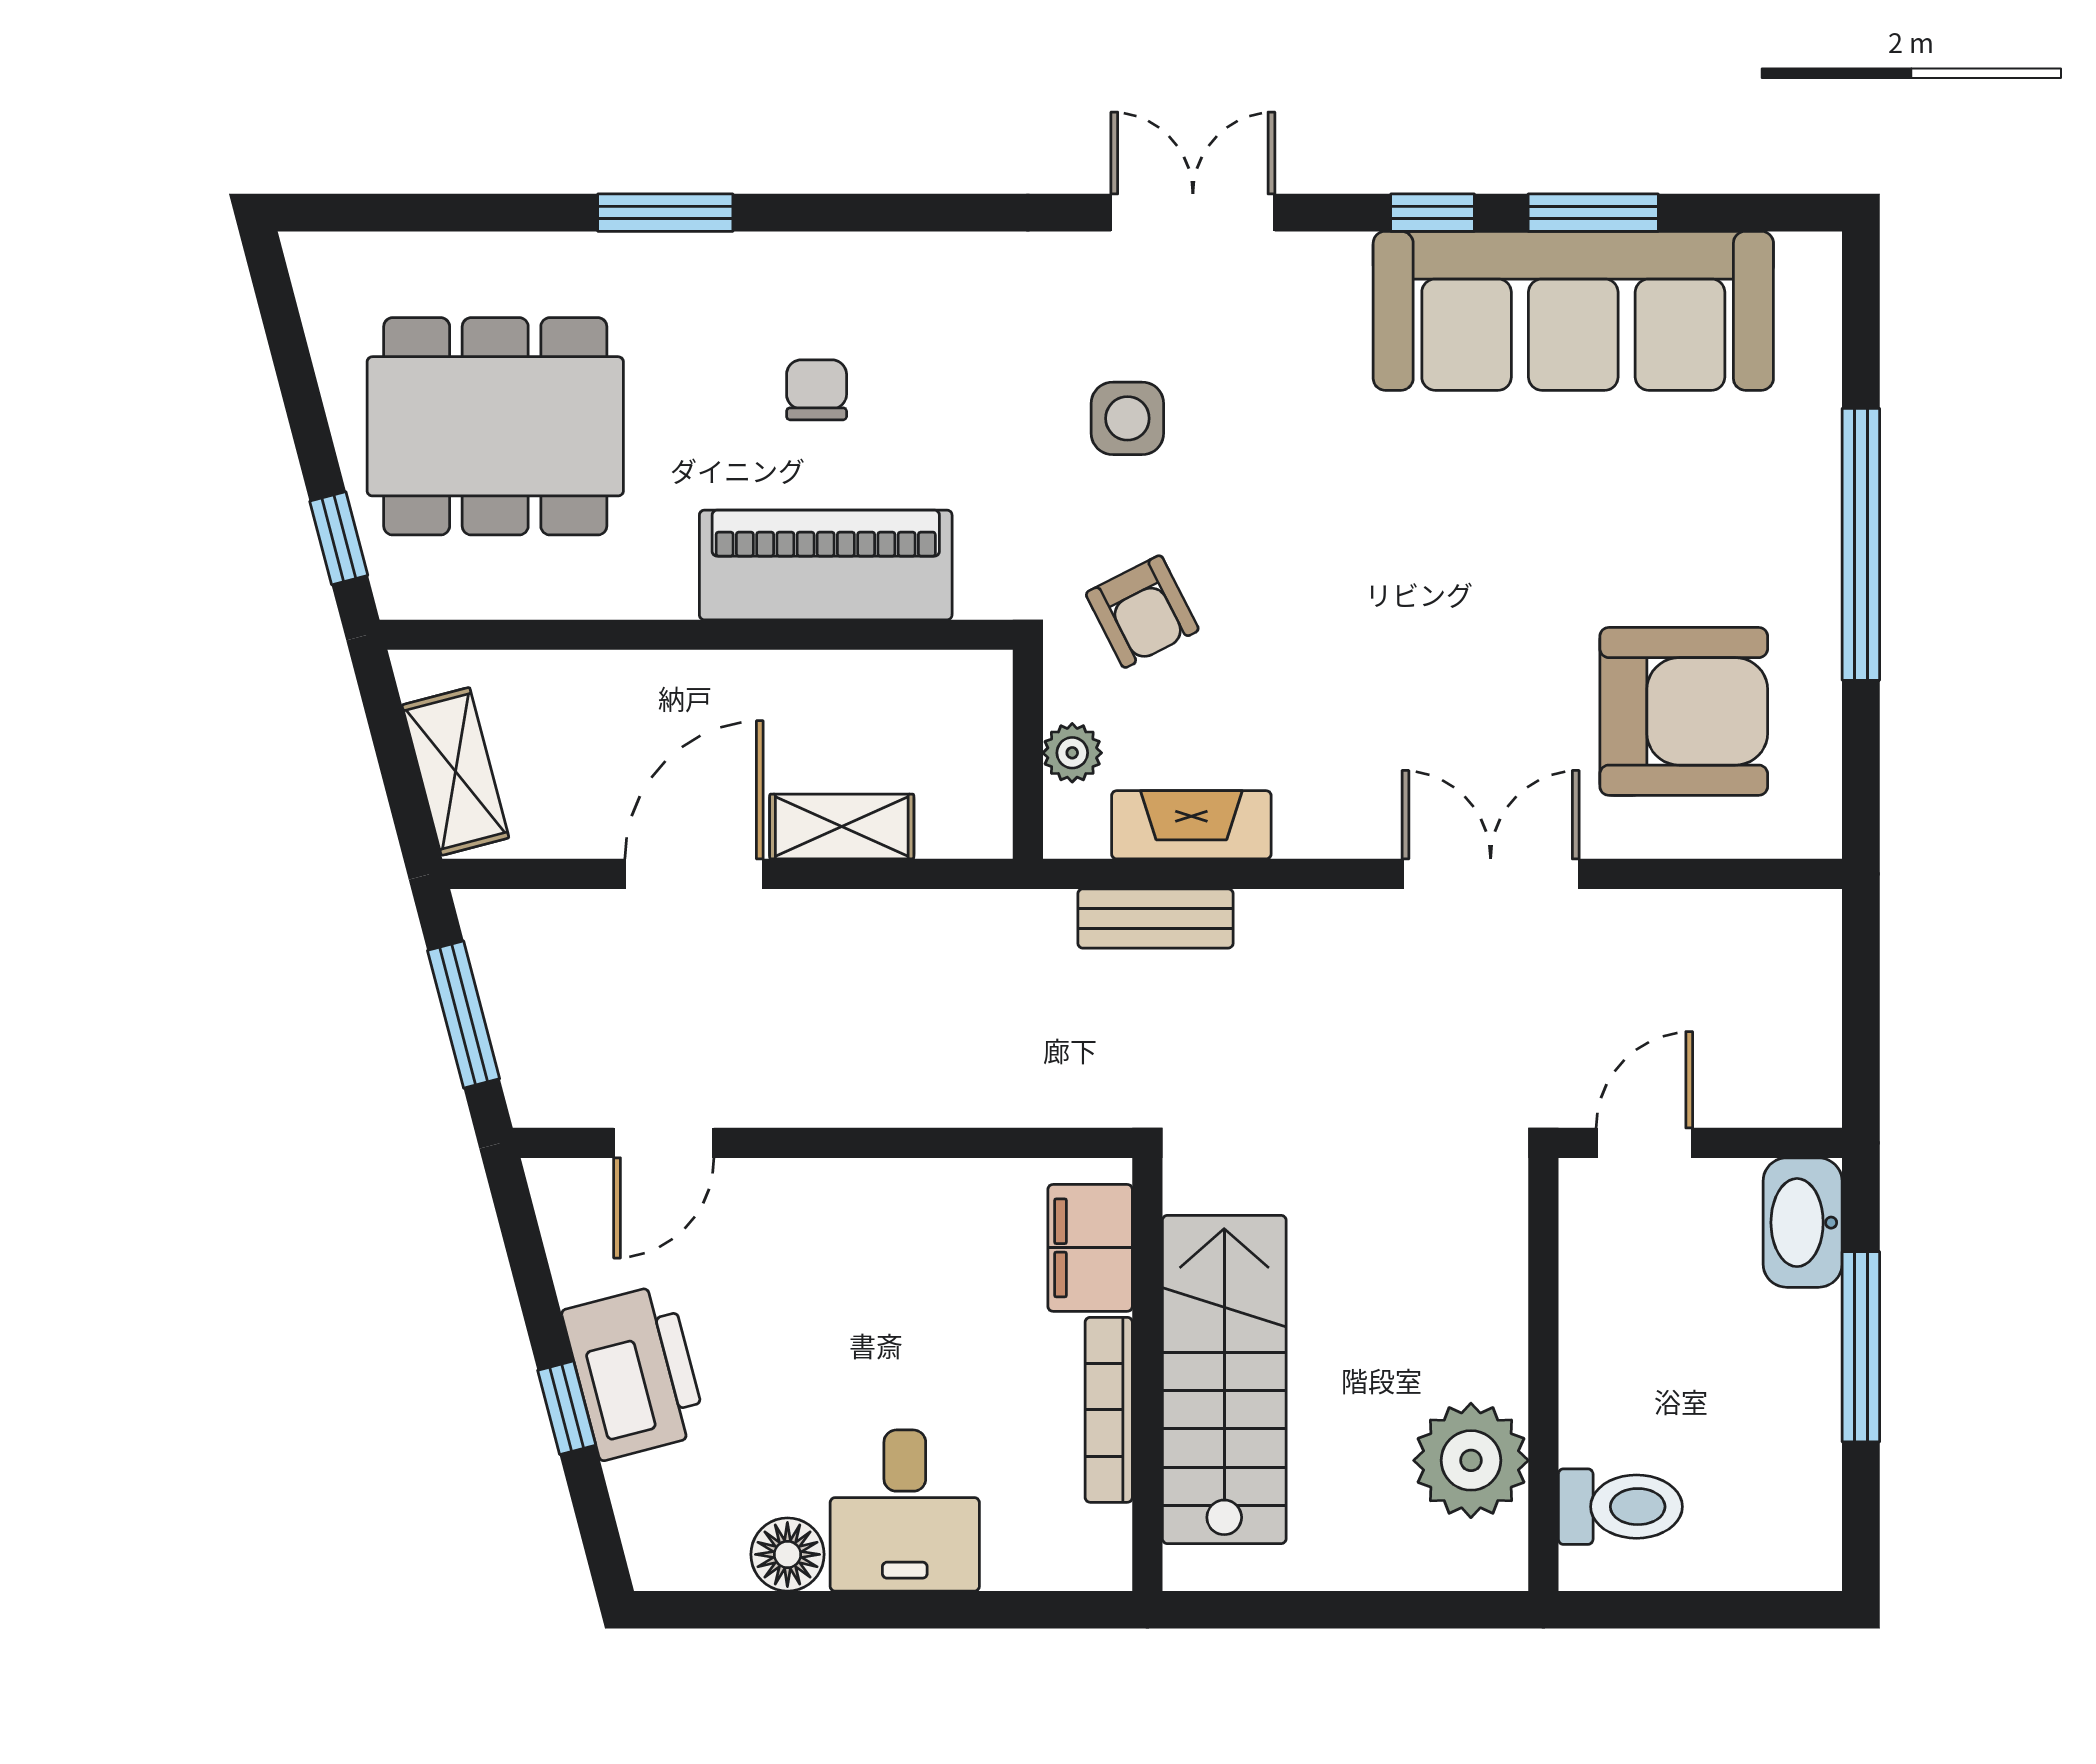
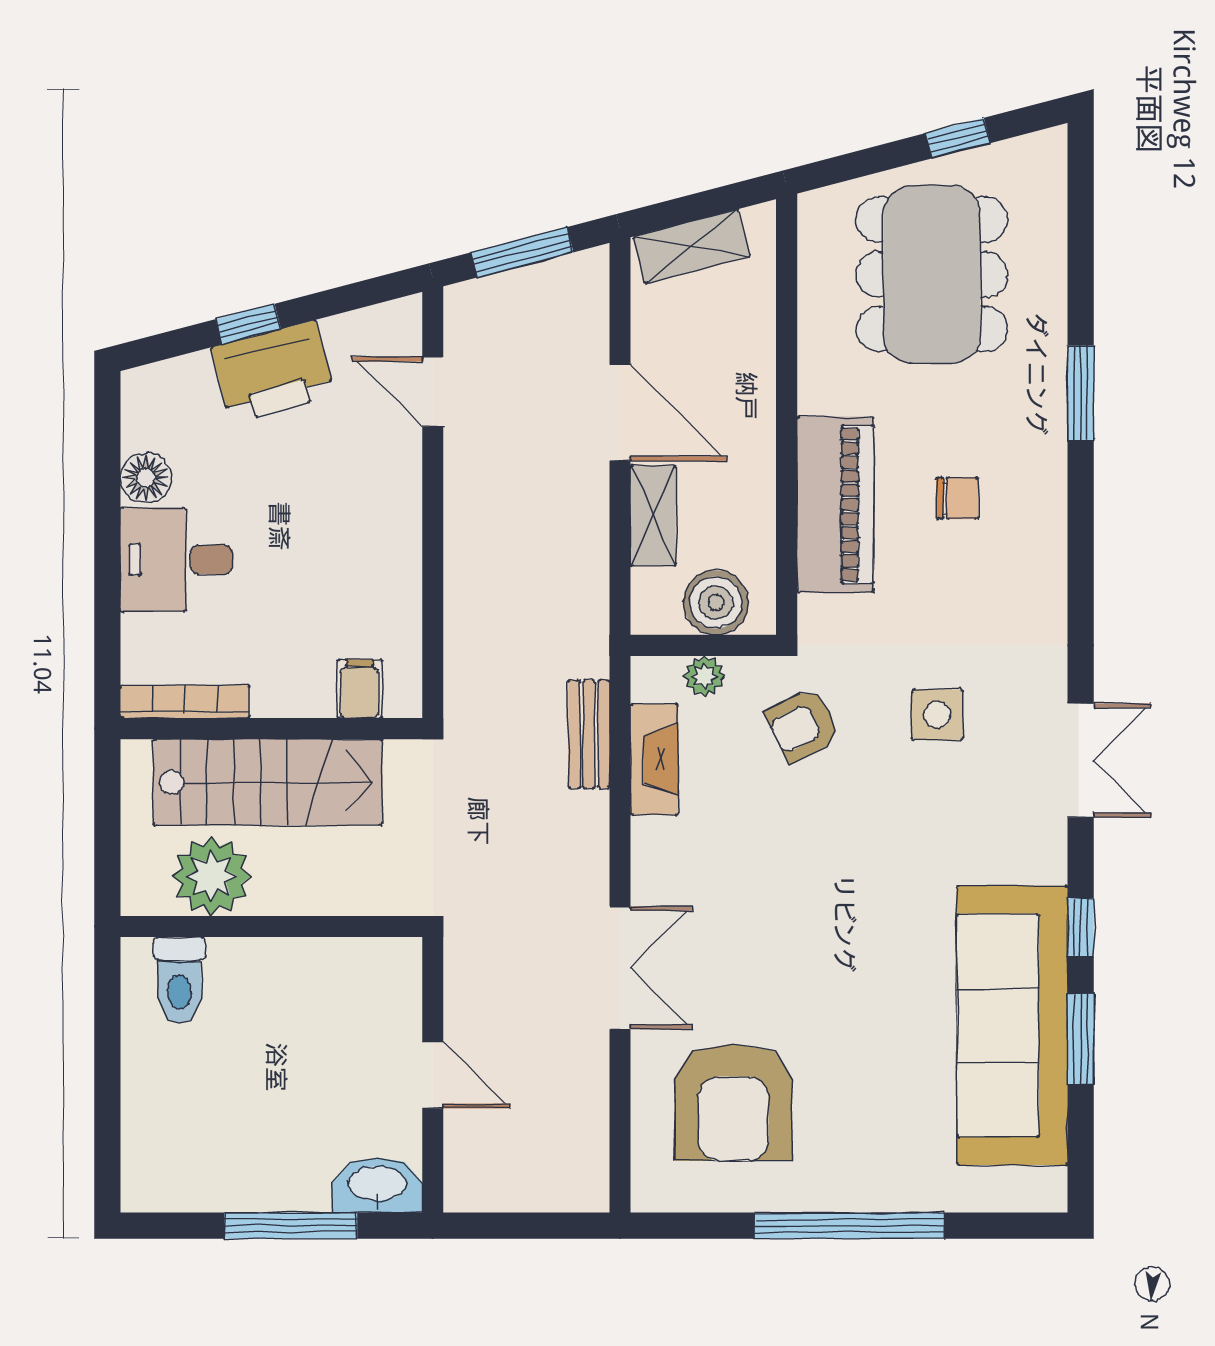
window: (339, 538) -> (958, 138), moved
boiler: (966, 736) -> (716, 603), added
filing cabinet: (1090, 1248) -> (360, 689), width x0.50
wall: (1543, 1374) -> (271, 926), moved
bookcase: (1109, 1410) -> (185, 702), moved
plant: (1471, 1460) -> (211, 876), moved
toilet: (1620, 1507) -> (179, 980), moved

